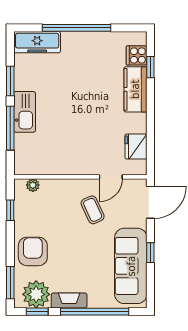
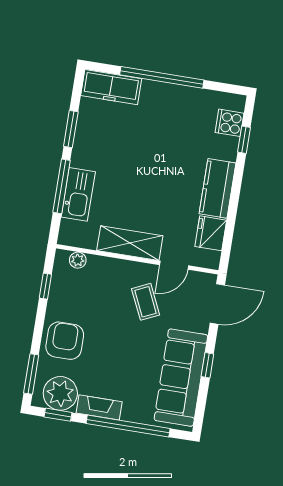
kitchen counter: (135, 89) -> (217, 188), moved
kitchen sink: (25, 112) -> (78, 194), moved
shelving: (72, 165) -> (130, 243), added

